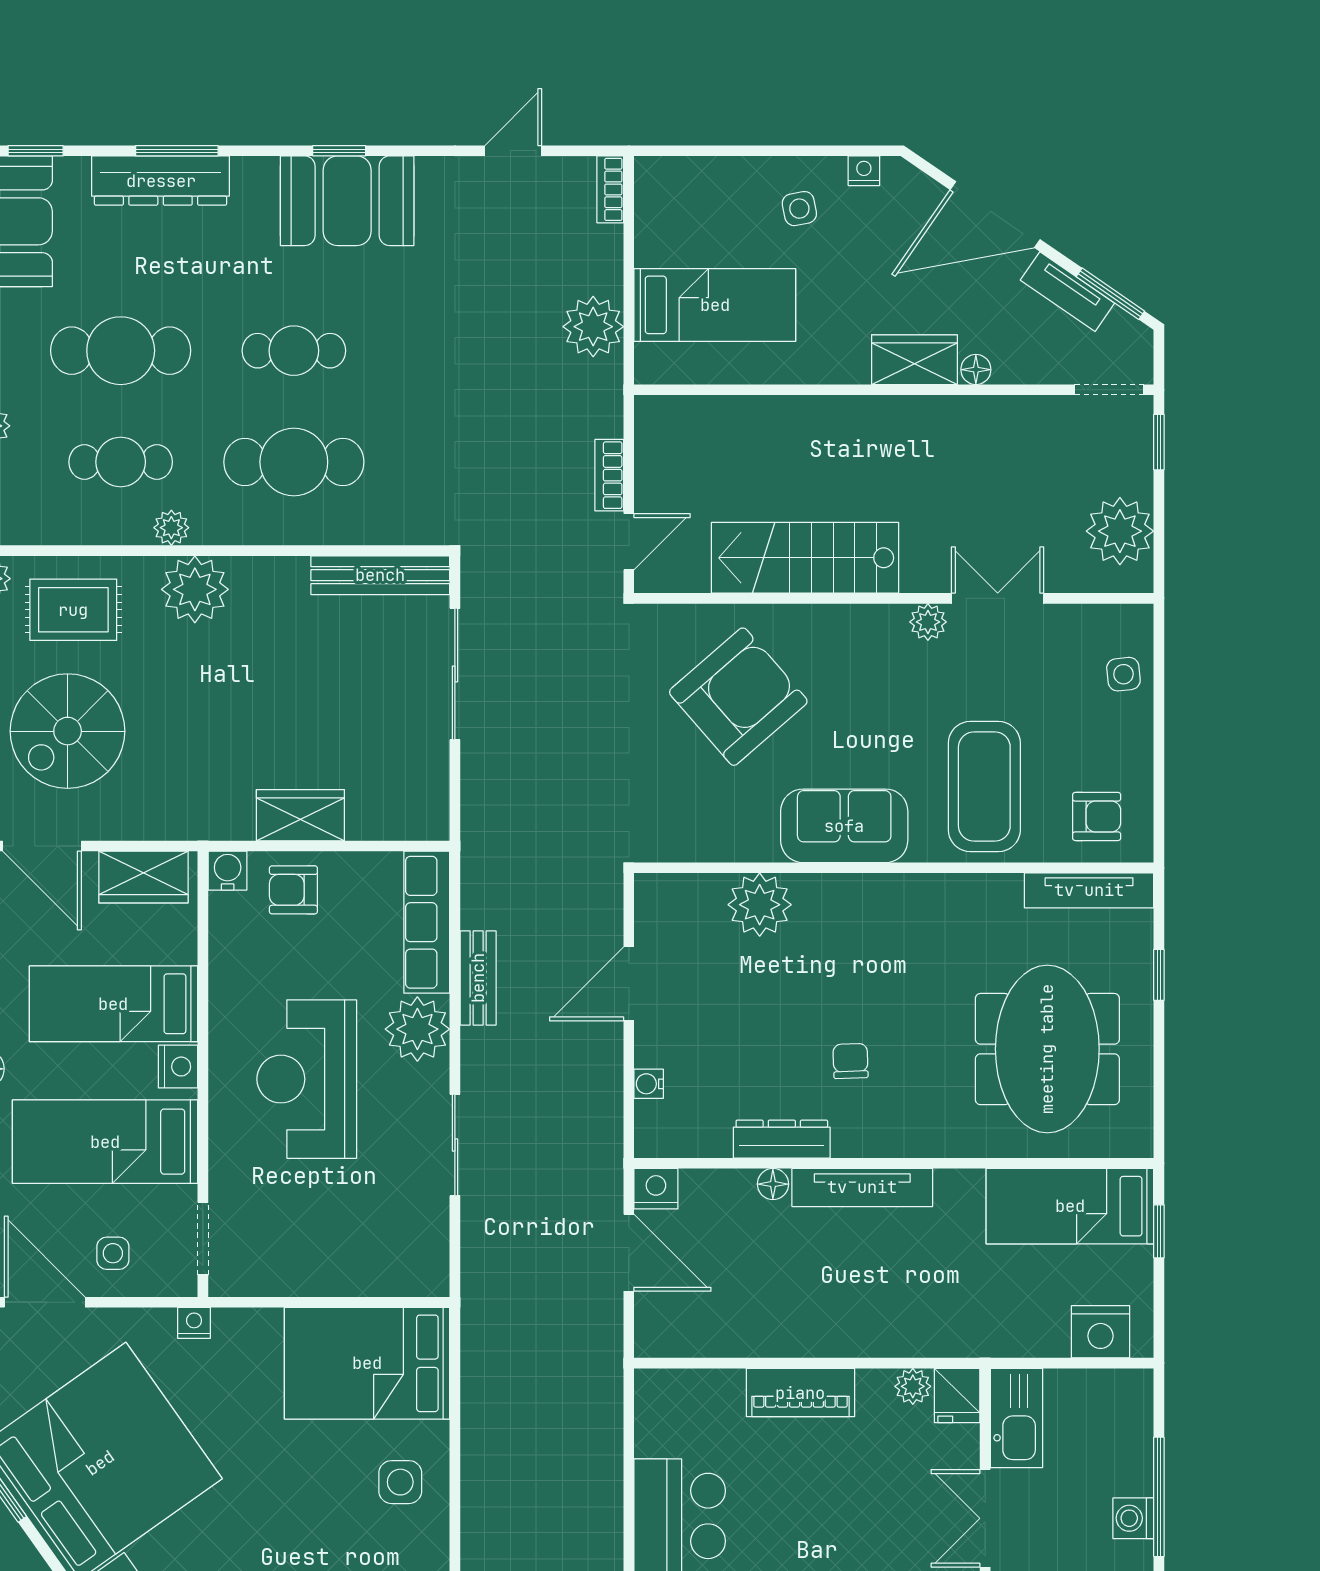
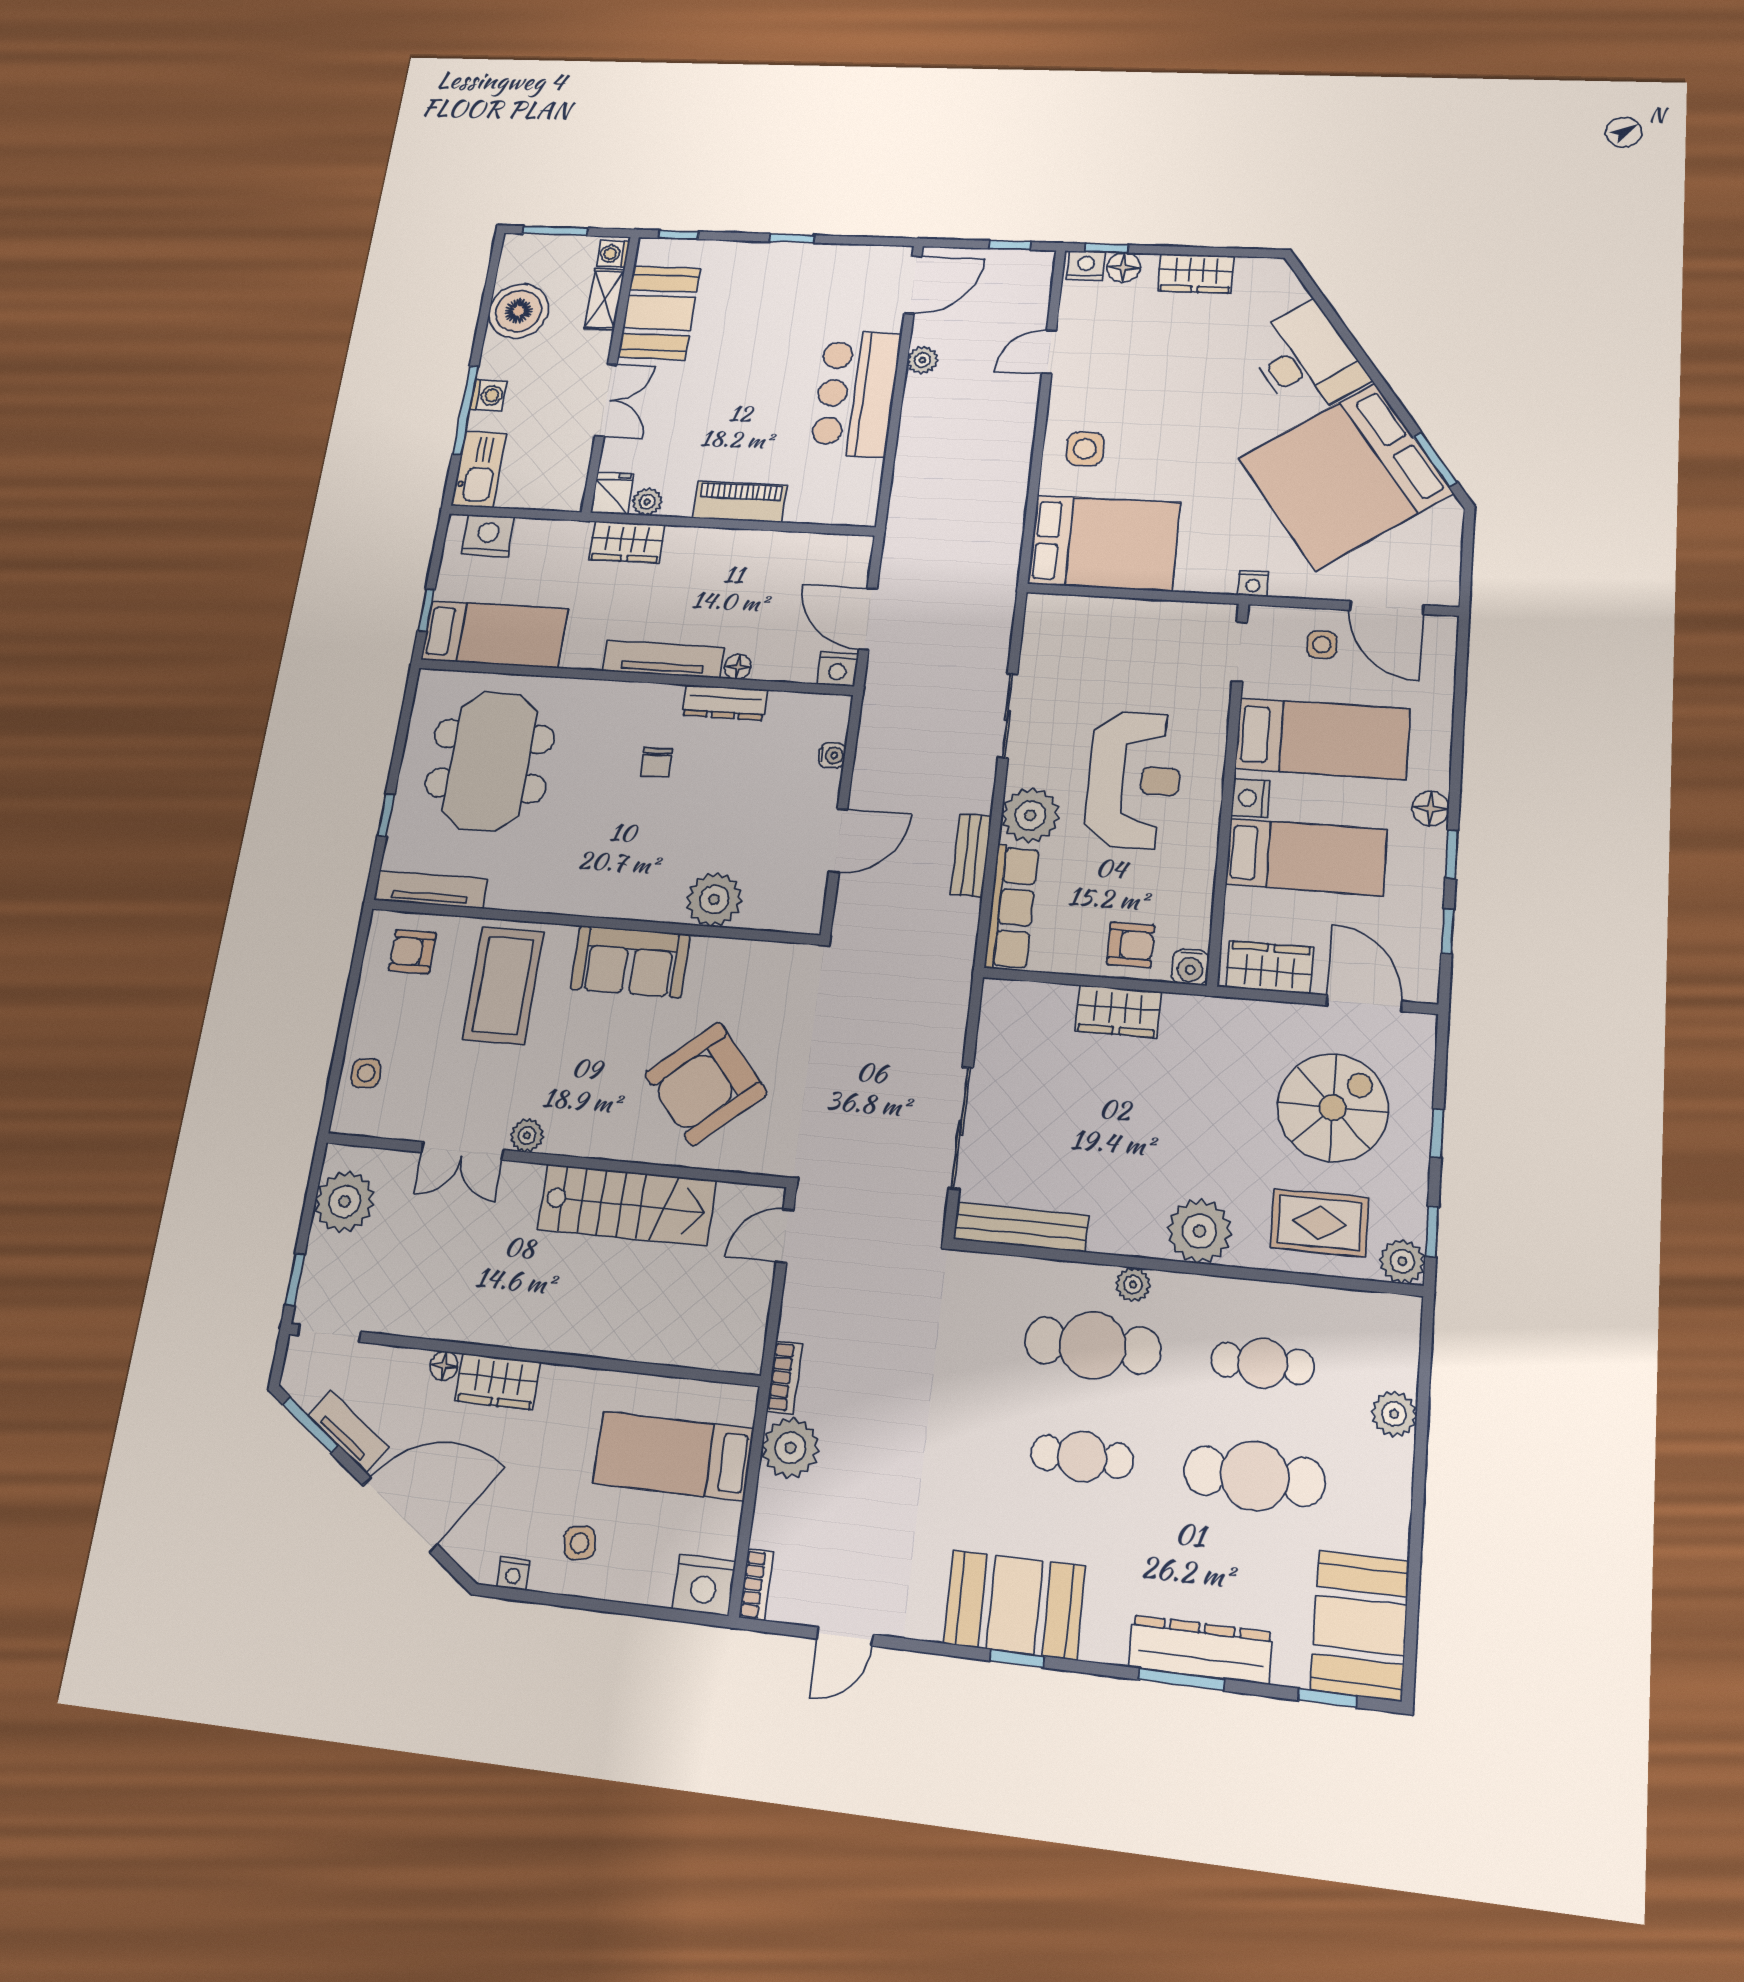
nightstand: (664, 183) -> (704, 1585), added
bookcase: (609, 475) -> (784, 1377), moved
plant: (171, 528) -> (1133, 1285), moved
wardrobe: (929, 1333) -> (627, 542), added
kitchen sink: (1016, 1418) -> (479, 470), moved, turned 180

